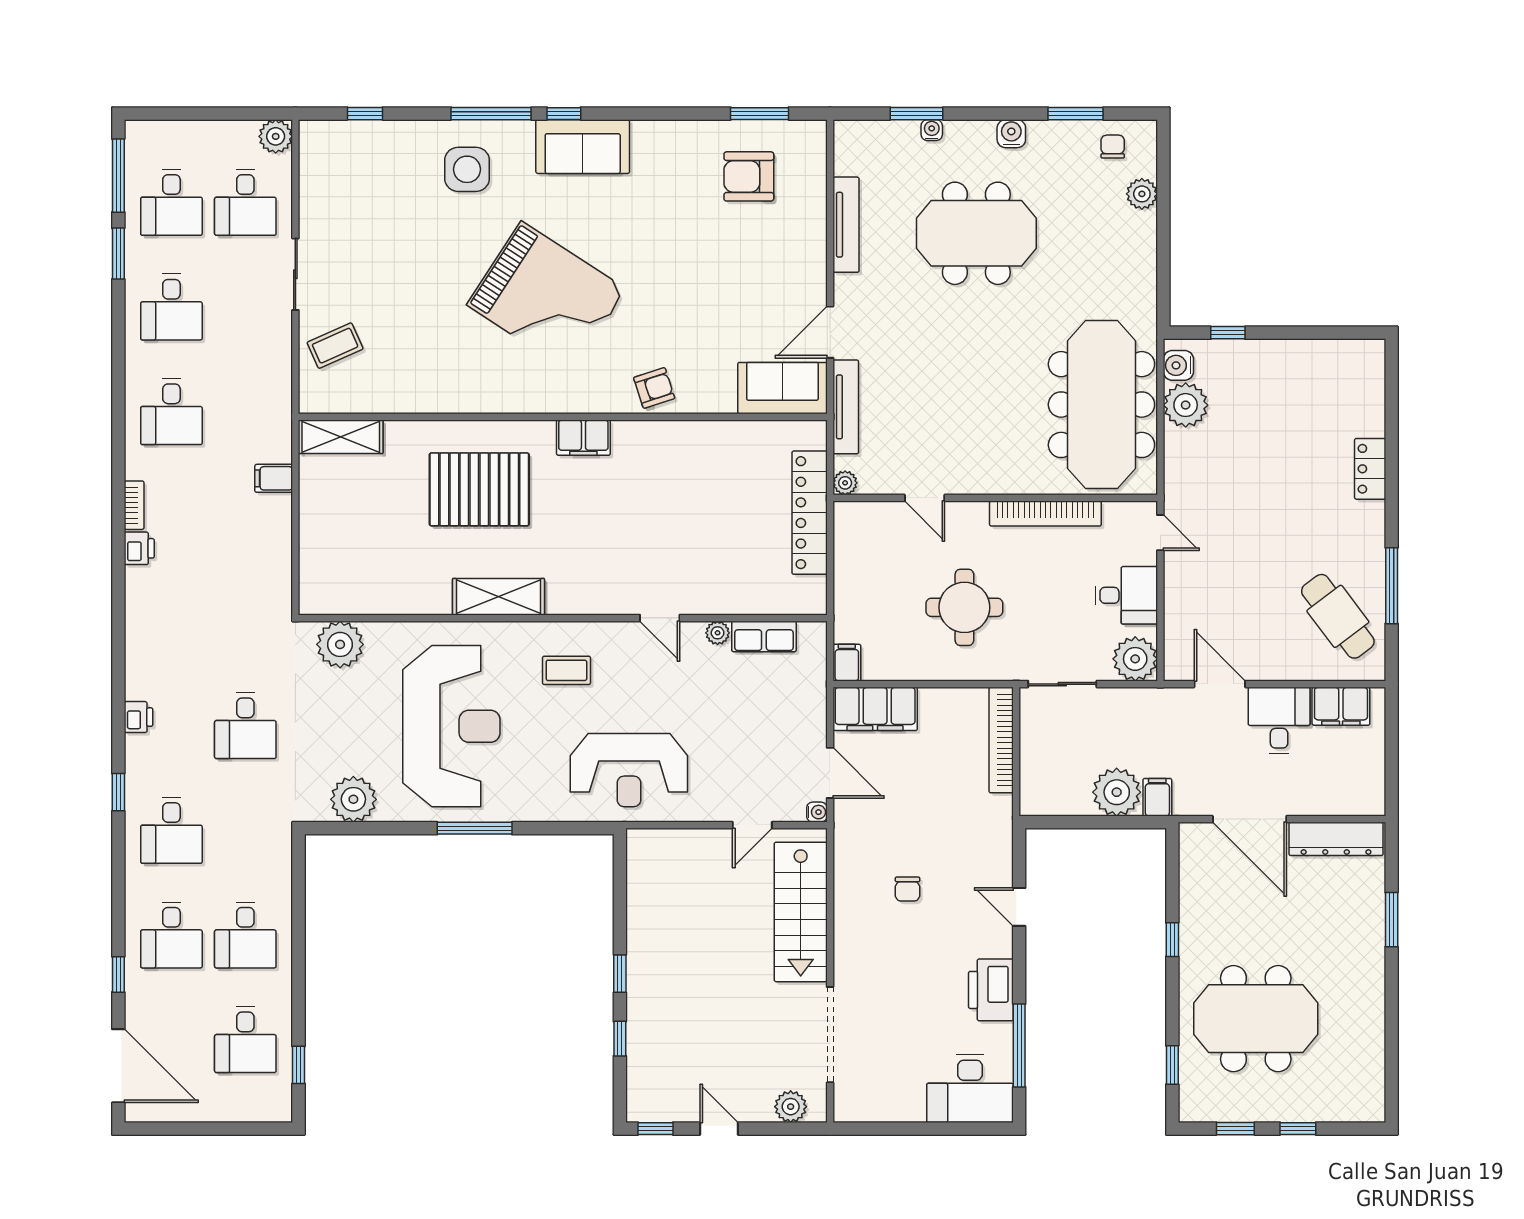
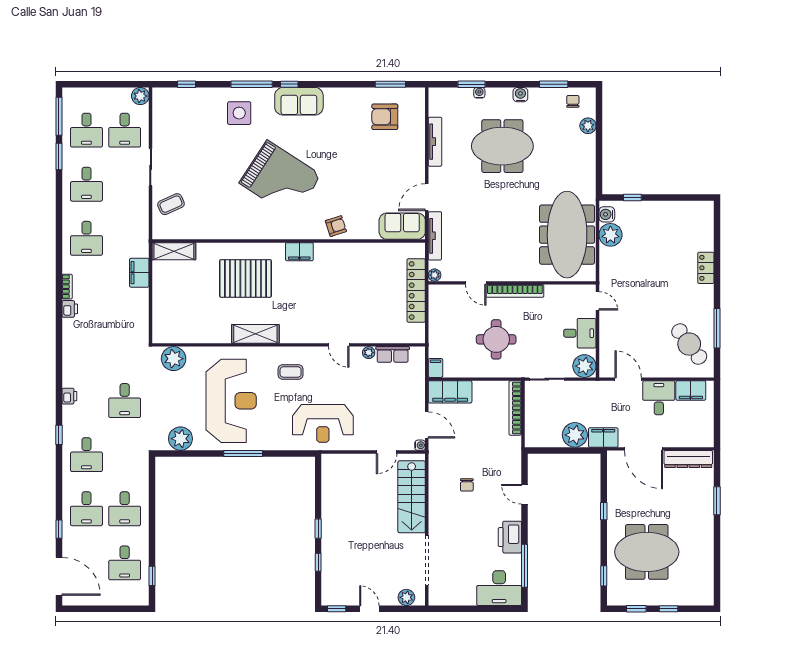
filing cabinet: (274, 478) -> (139, 273), width x2.00
bookcase: (1045, 514) -> (515, 291), moved
filing cabinet: (1157, 797) -> (603, 438), width x2.00

